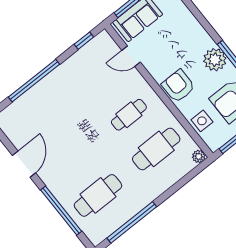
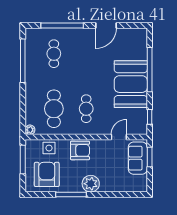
plant: (215, 60) -> (91, 184), moved
booth: (65, 88) -> (131, 84), added
door: (24, 164) -> (106, 25), hinge flipped
cafe table: (98, 195) -> (54, 54), width x0.73, depth x0.74

